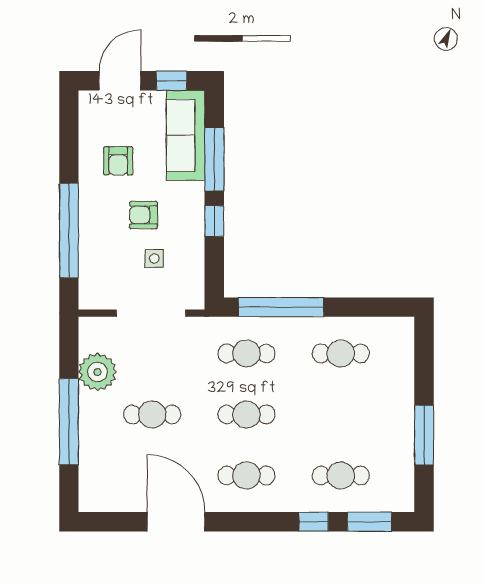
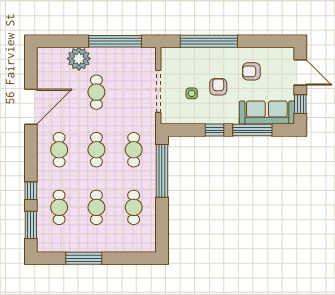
plant: (97, 372) -> (79, 59), moved
cafe table: (341, 414) -> (96, 207), added
window: (69, 422) -> (115, 41), moved

